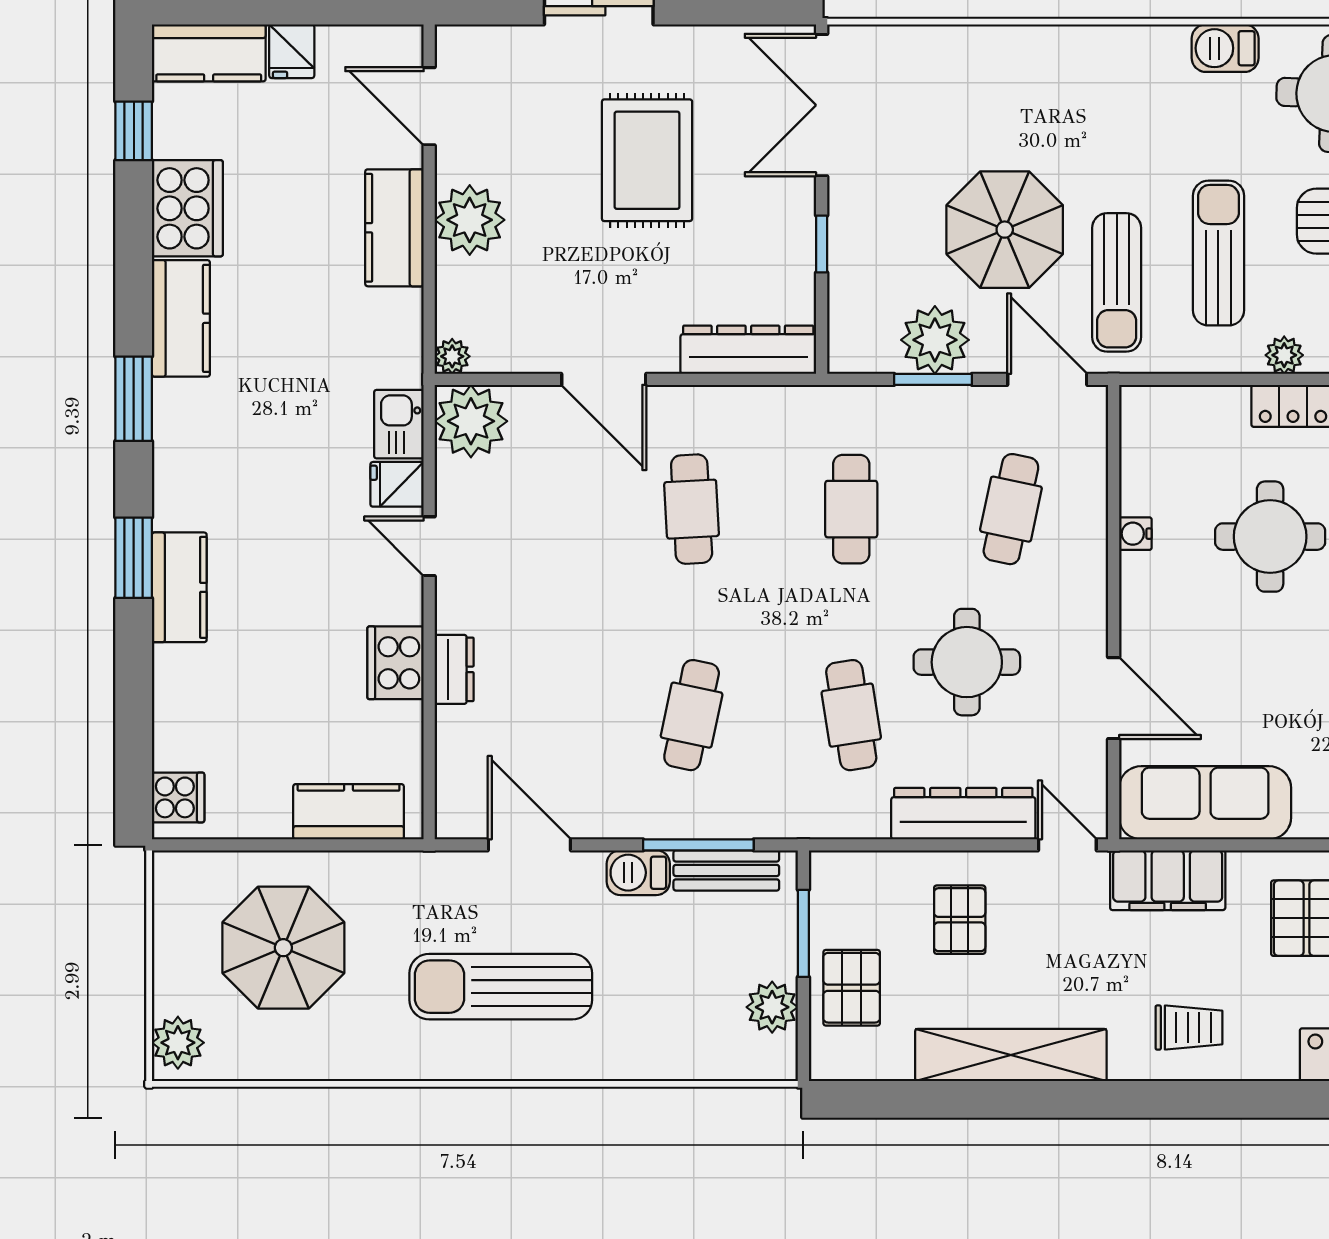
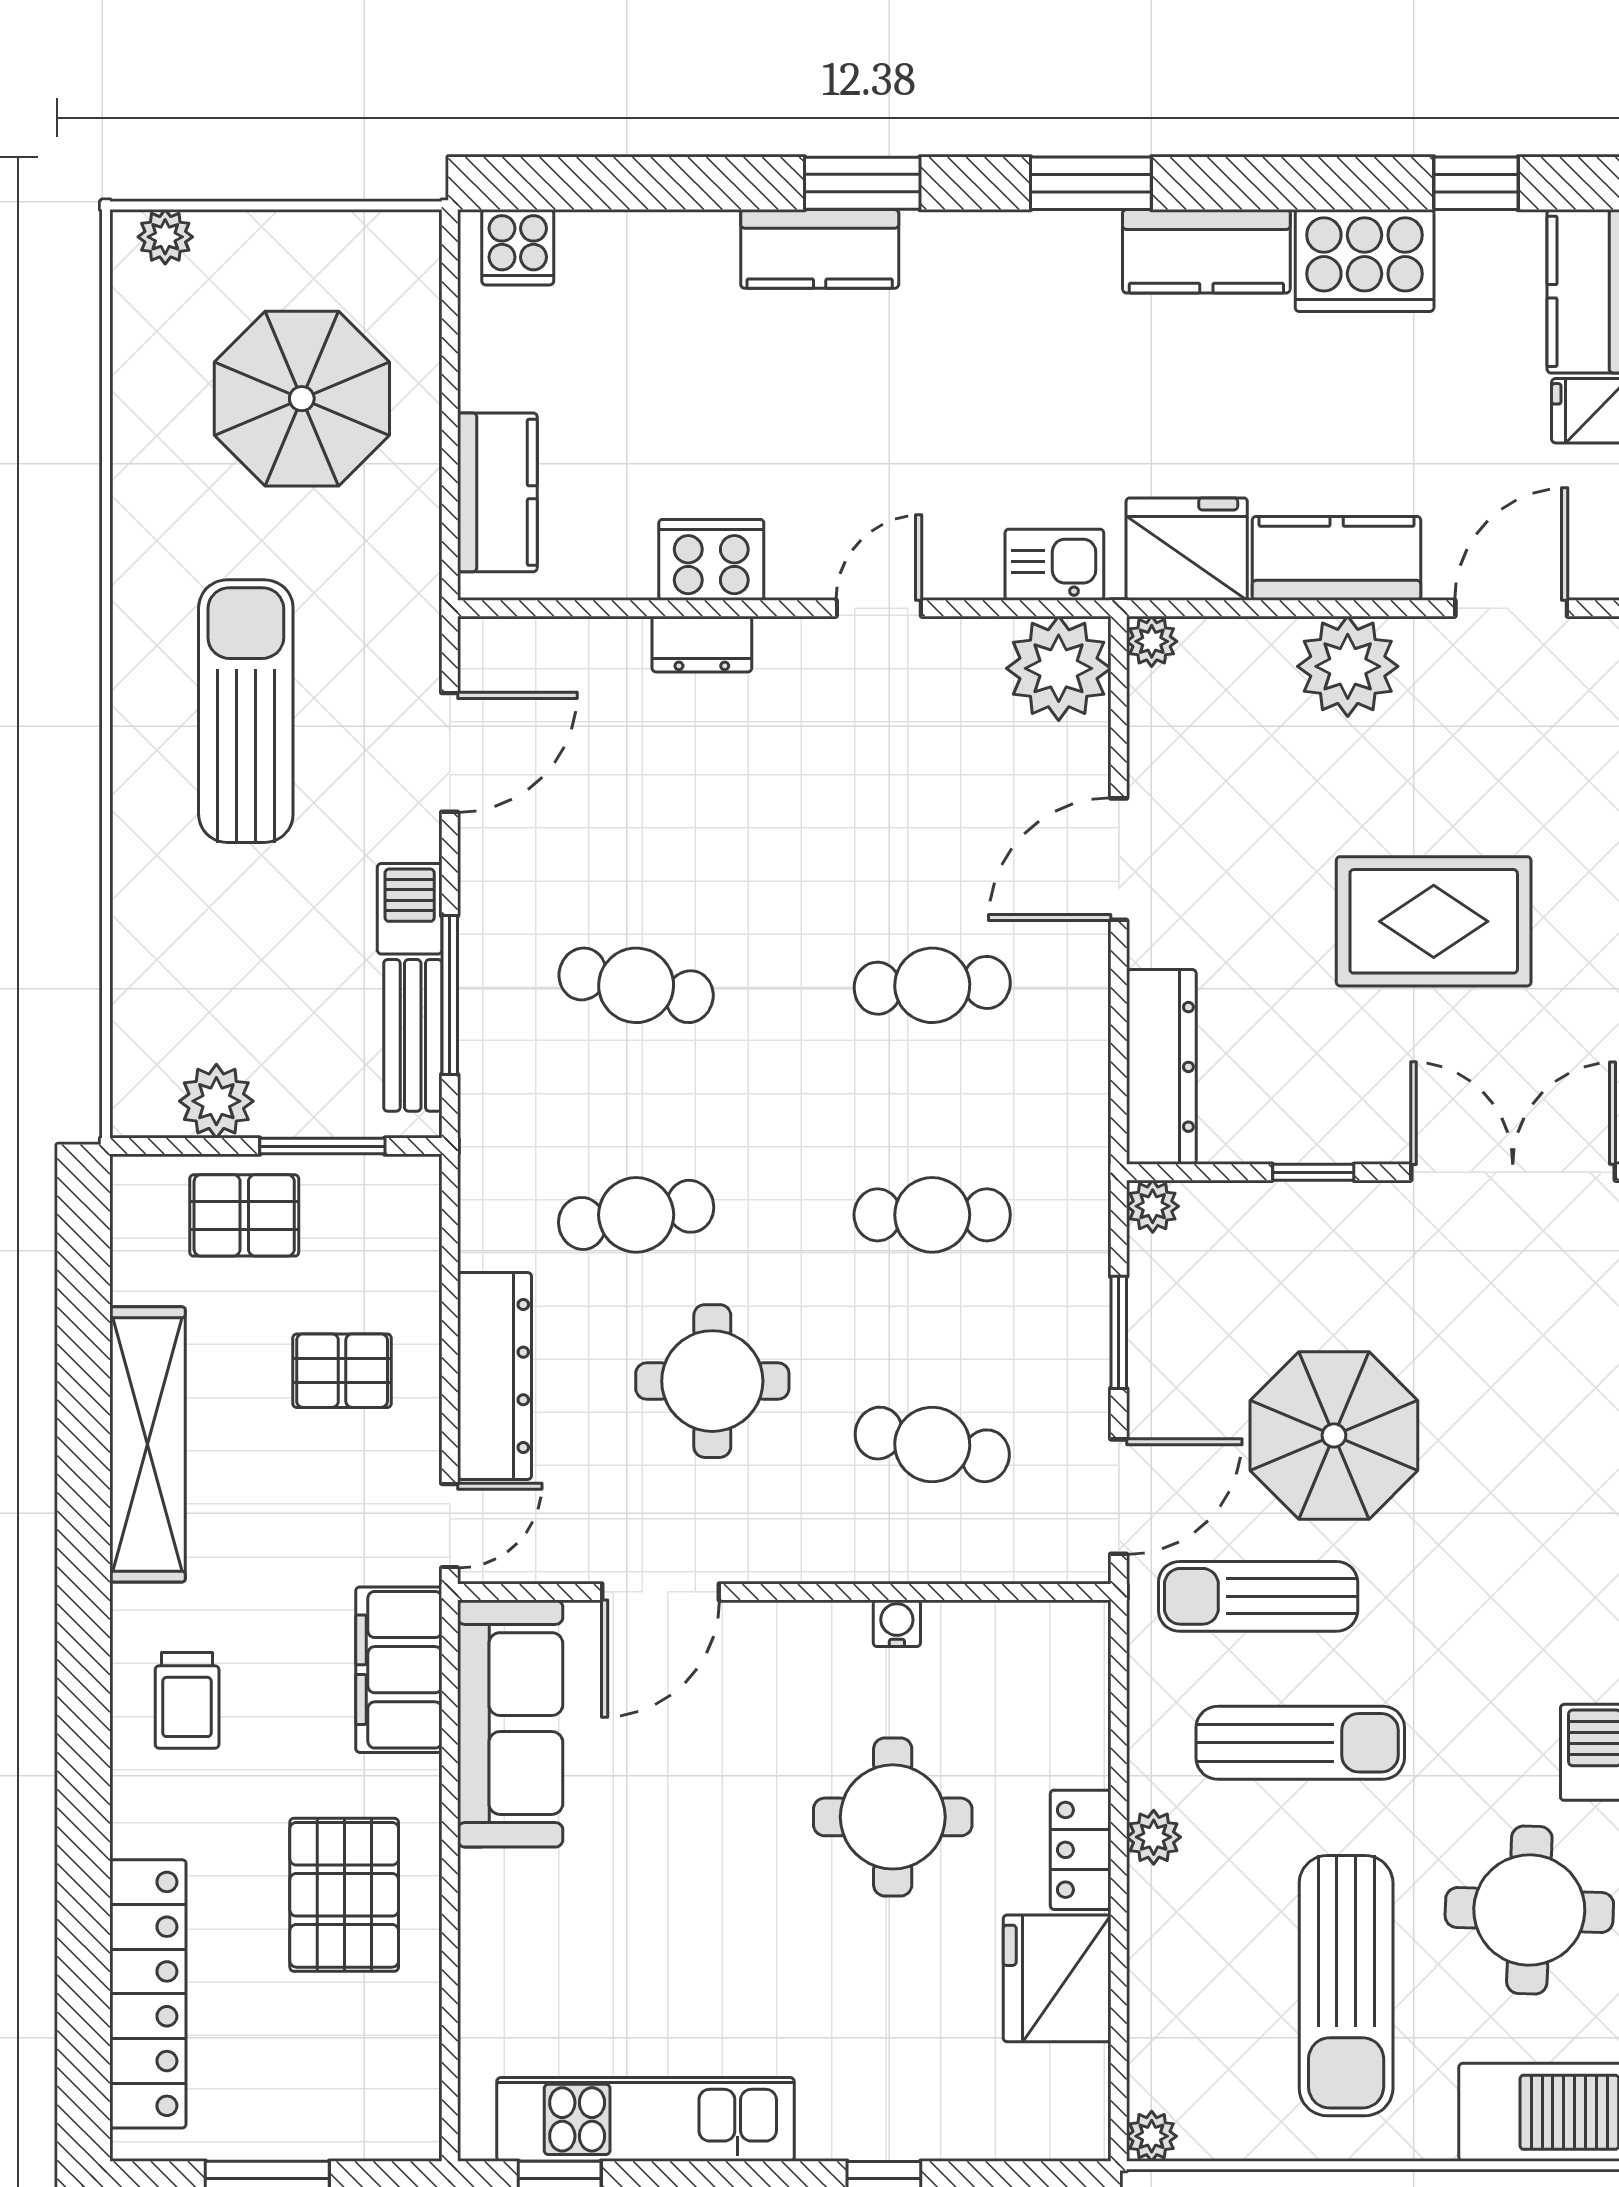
plant: (935, 340) -> (1153, 1206), moved, width x0.53, depth x0.53
fridge: (397, 484) -> (1187, 549), moved, width x1.88, depth x1.34
plant: (178, 1043) -> (165, 237), width x0.73, depth x0.73

